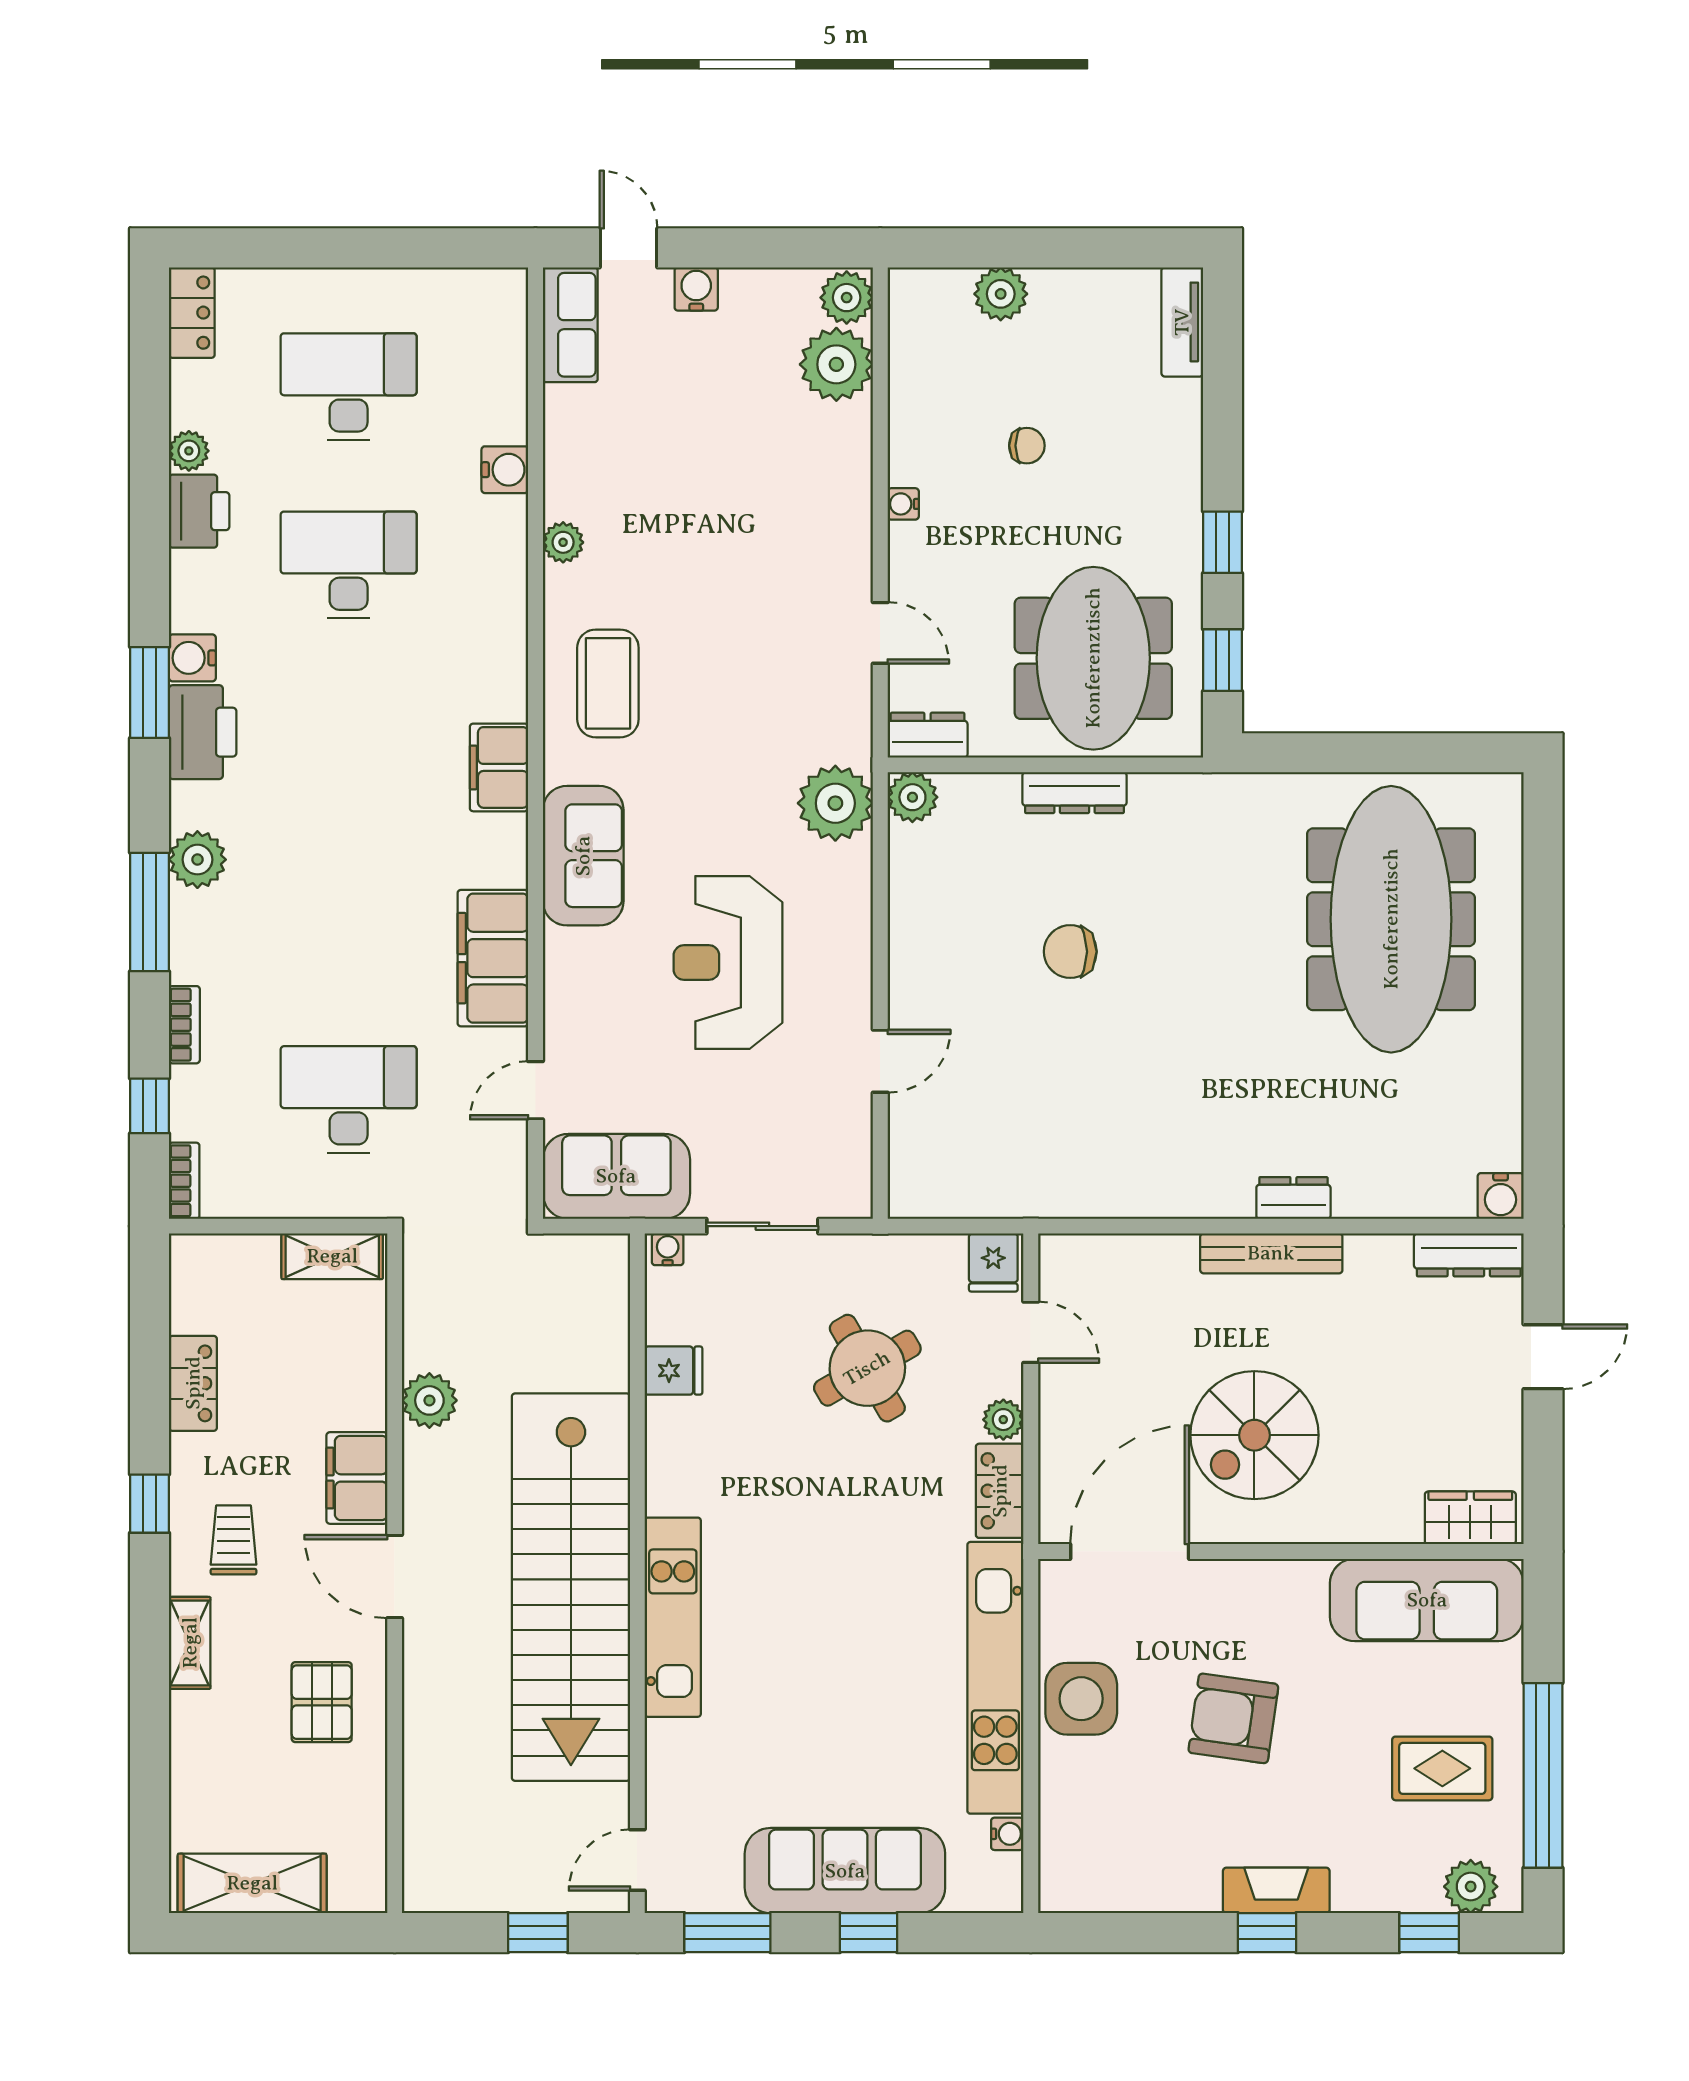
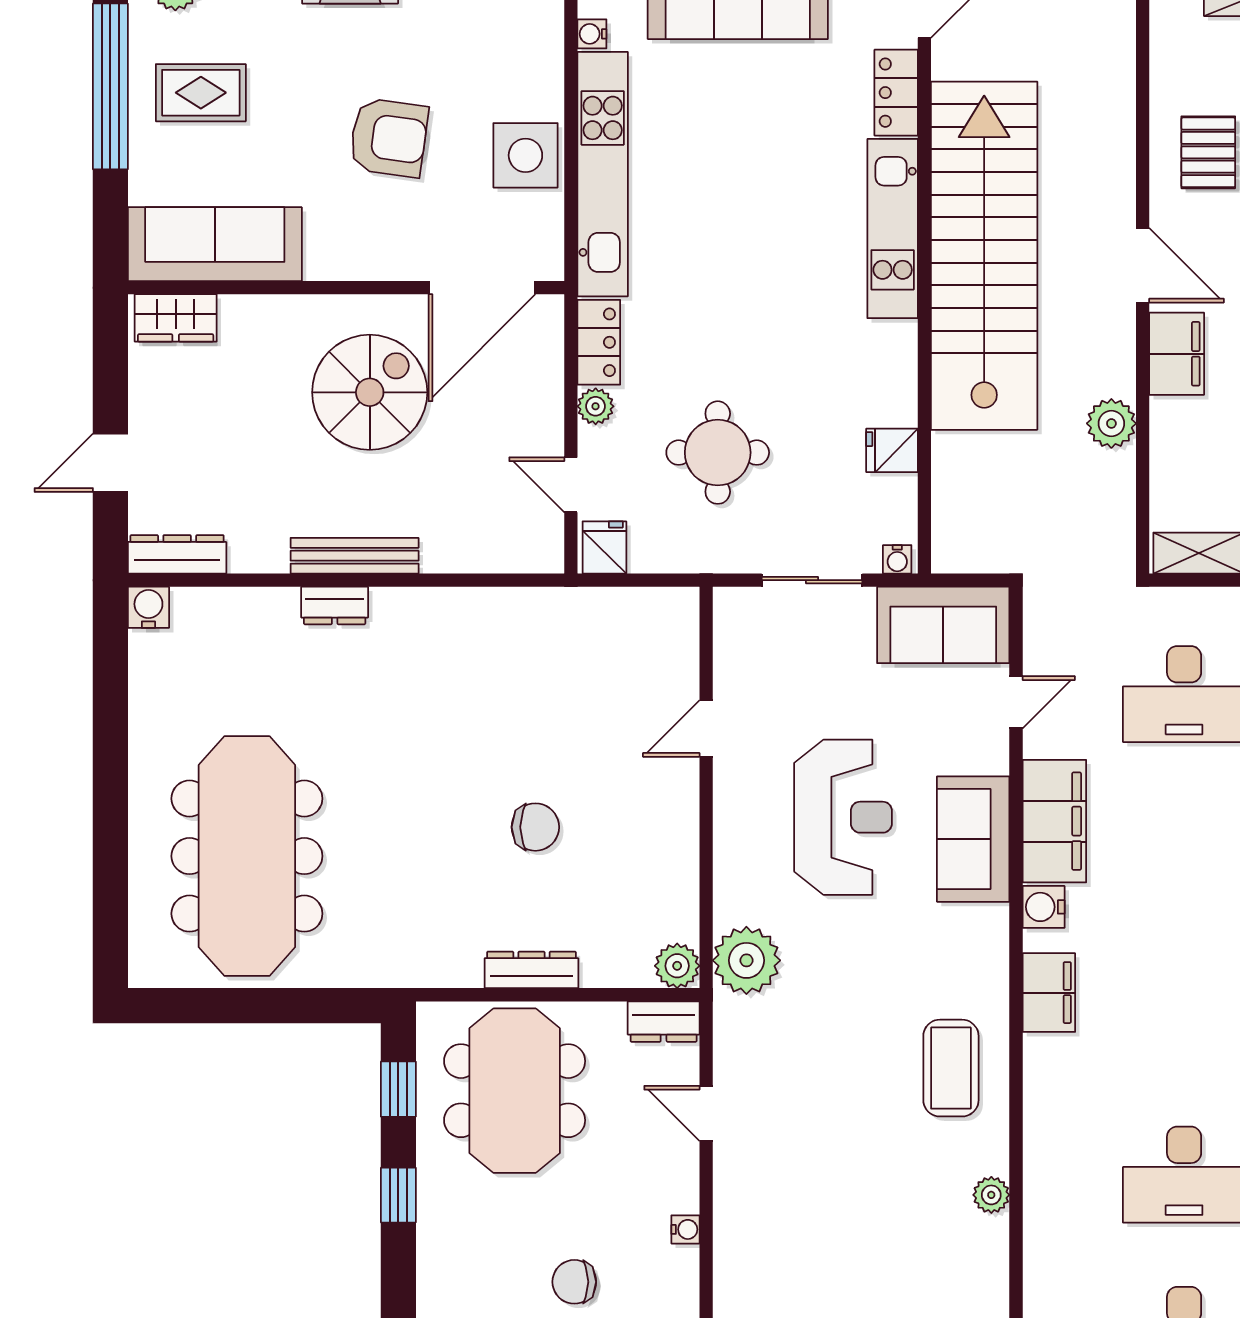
chair: (1027, 446) -> (574, 1282), width x1.37, depth x1.37
water cooler: (505, 470) -> (1044, 907), moved
sofa: (583, 856) -> (973, 839), moved
round table: (867, 1368) -> (718, 453), turned 30
locker: (669, 1769) -> (896, 93), added

